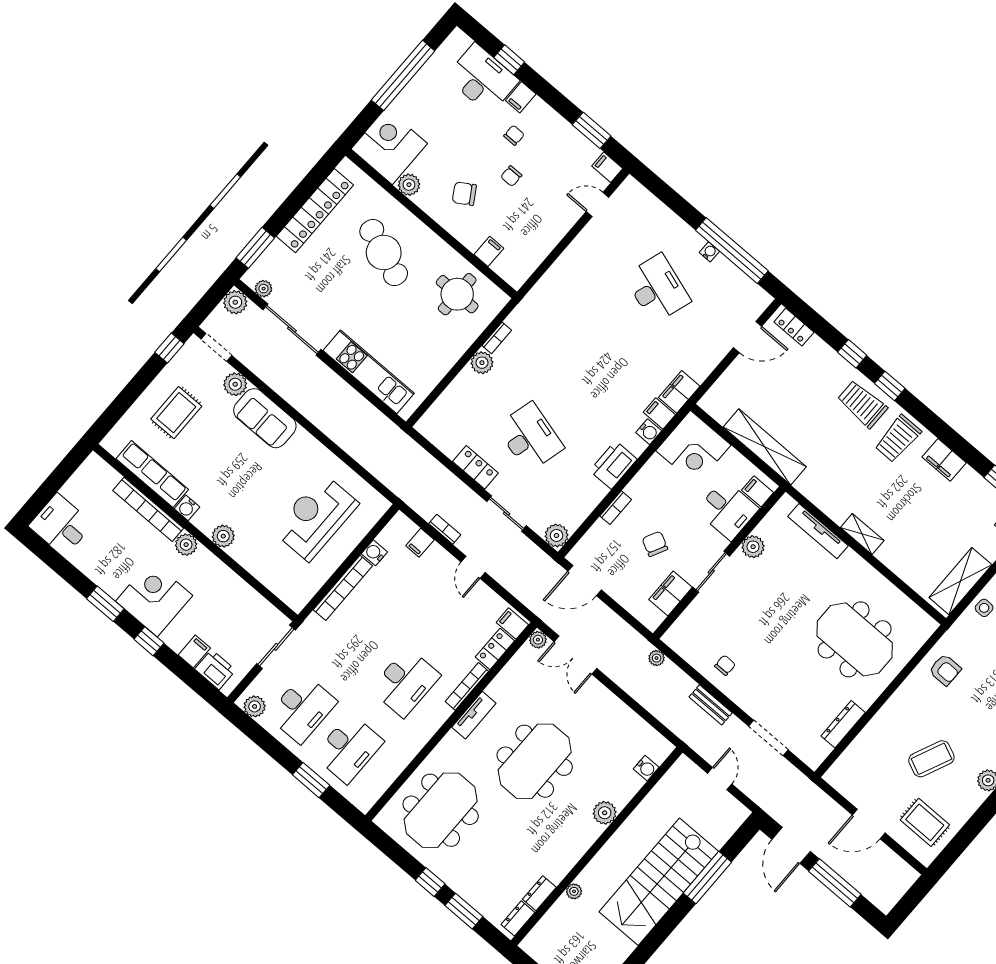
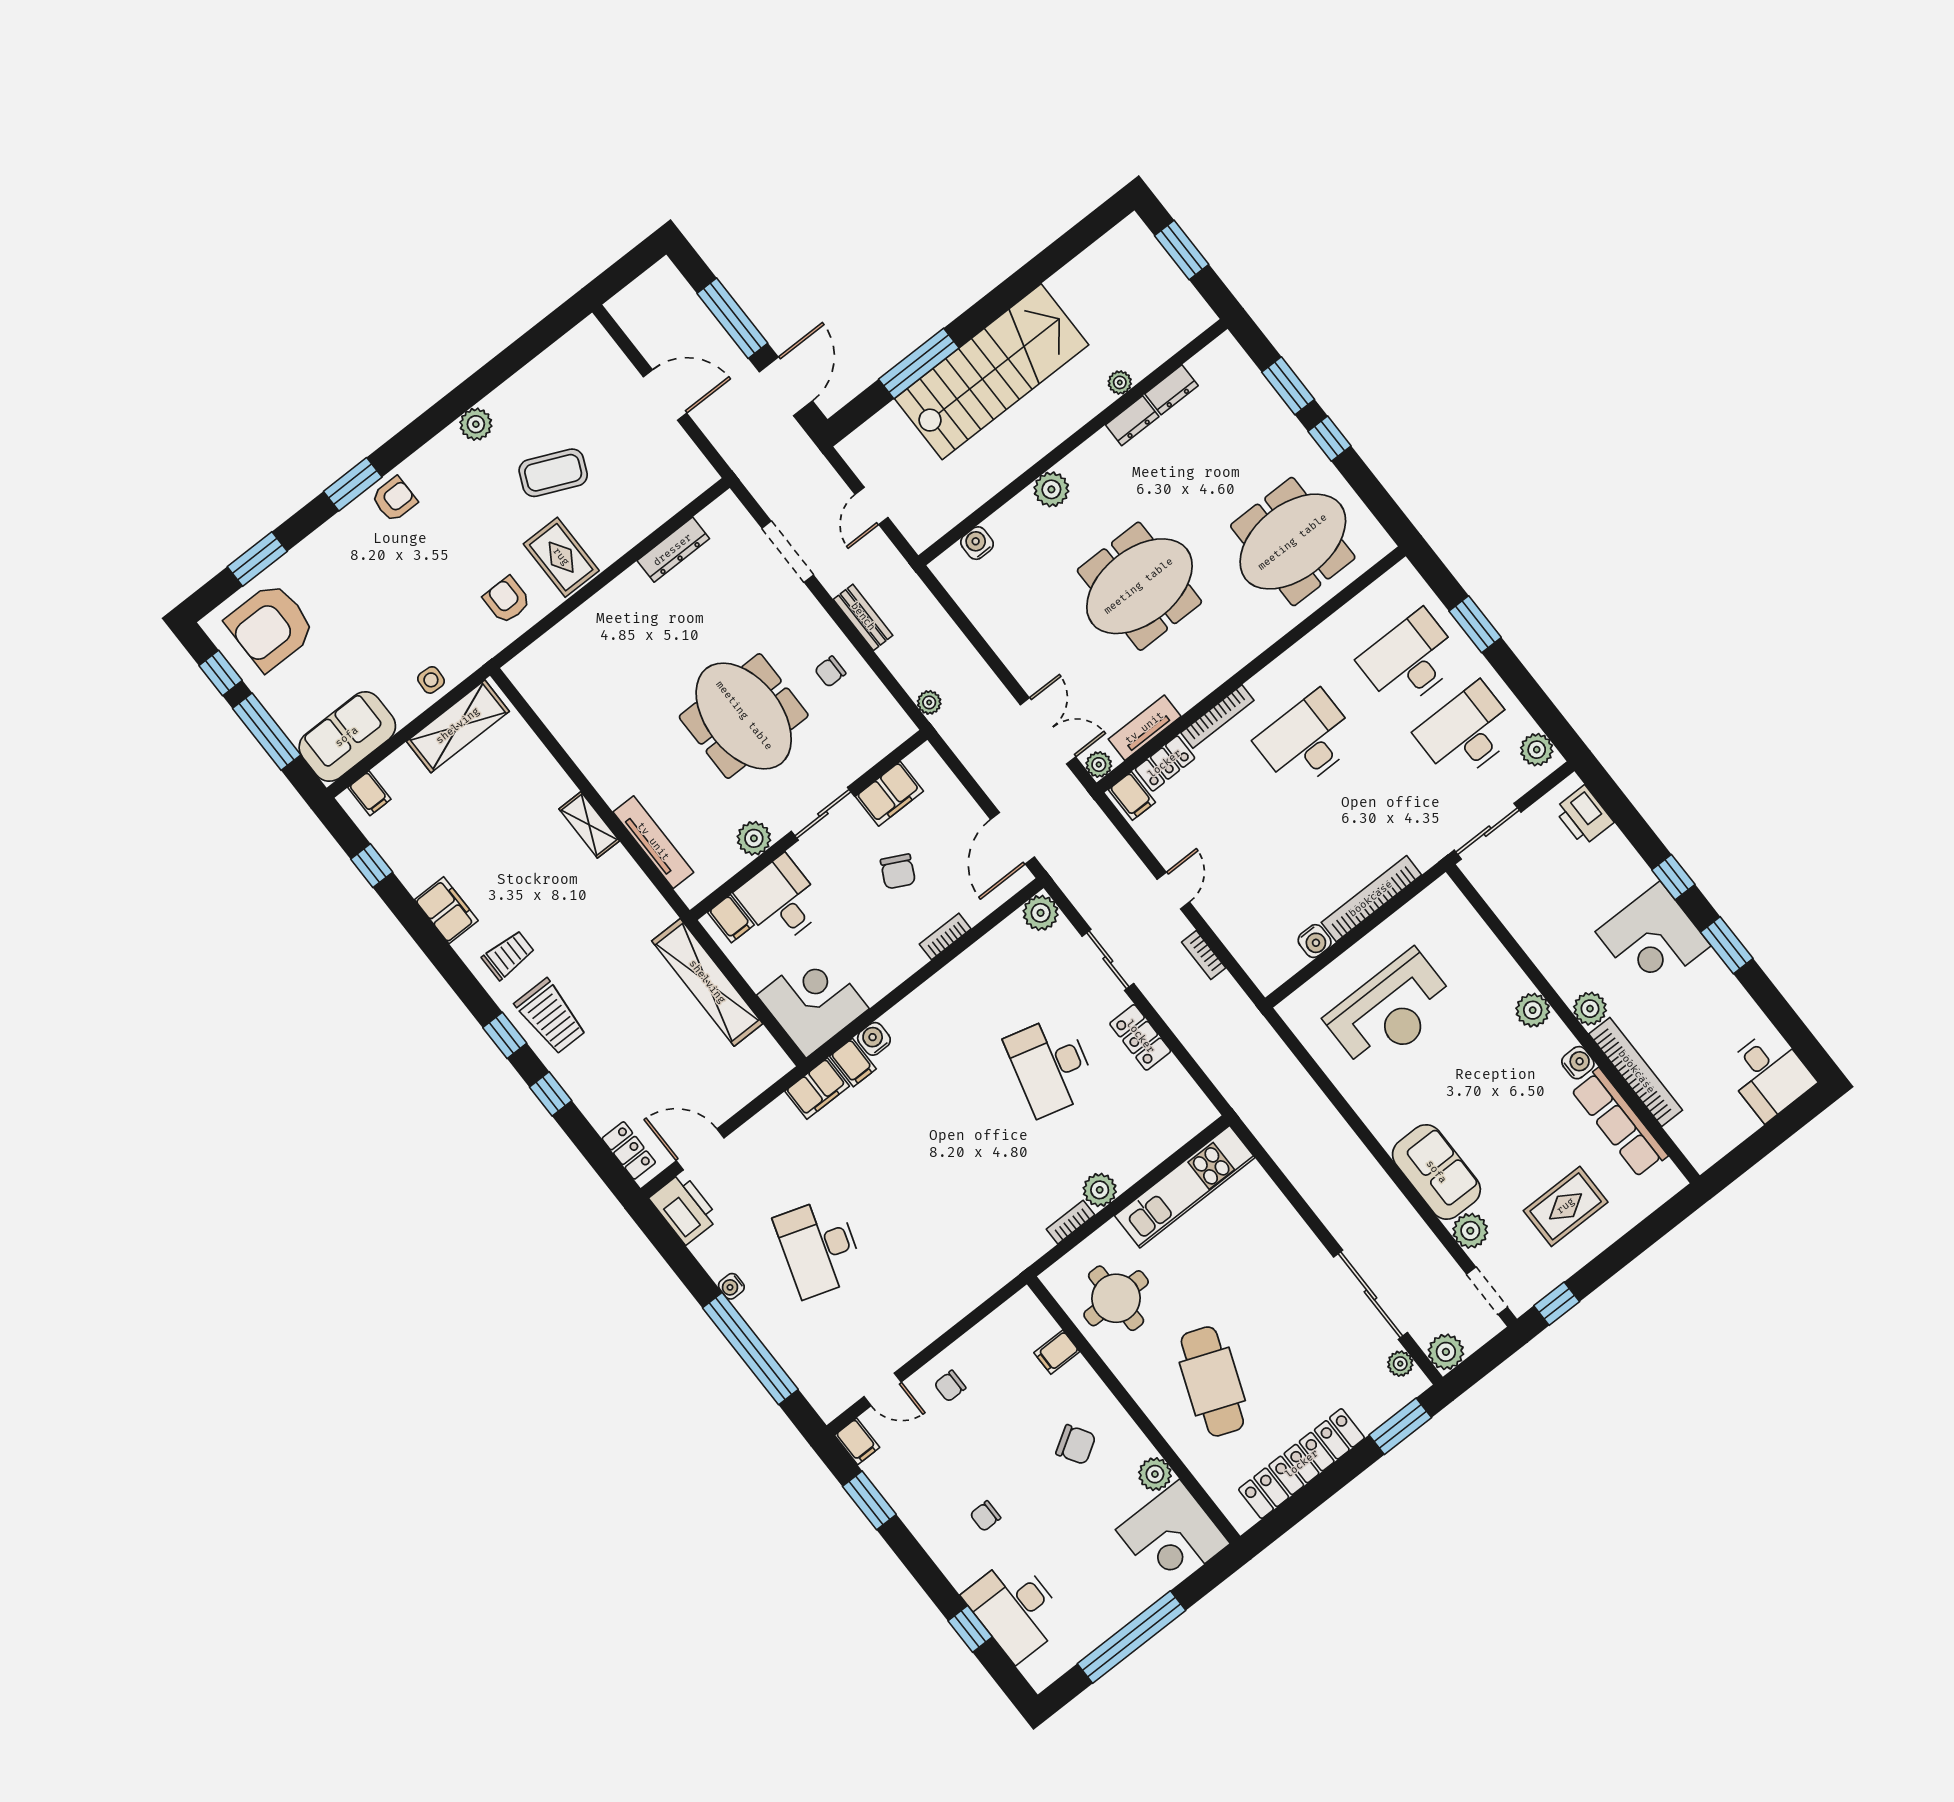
filing cabinet: (521, 97) -> (964, 1570), removed
chair: (511, 176) -> (950, 1386), moved, turned 180
window: (732, 251) -> (750, 1349), moved
kitchen unit: (369, 372) -> (1185, 1187), moved, turned -90
trolley: (898, 439) -> (508, 955), width x0.73, depth x0.72
printer: (613, 465) -> (684, 1208), moved, turned -90
filing cabinet: (420, 543) -> (1244, 942), removed
door: (585, 580) -> (1012, 838), swing flipped
meeting table: (855, 639) -> (744, 716), moved
filing cabinet: (194, 652) -> (1609, 848), removed
tv unit: (474, 715) -> (1145, 728), moved
rug: (925, 822) -> (561, 557), moved
dresser: (518, 918) -> (1132, 421), moved

